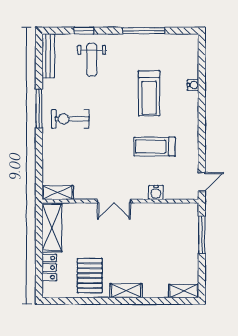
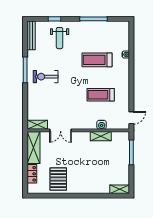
treadmill: (149, 93) -> (97, 60), turned 90
double door: (114, 201) -> (61, 130), moved
shelving: (126, 291) -> (101, 136), moved

